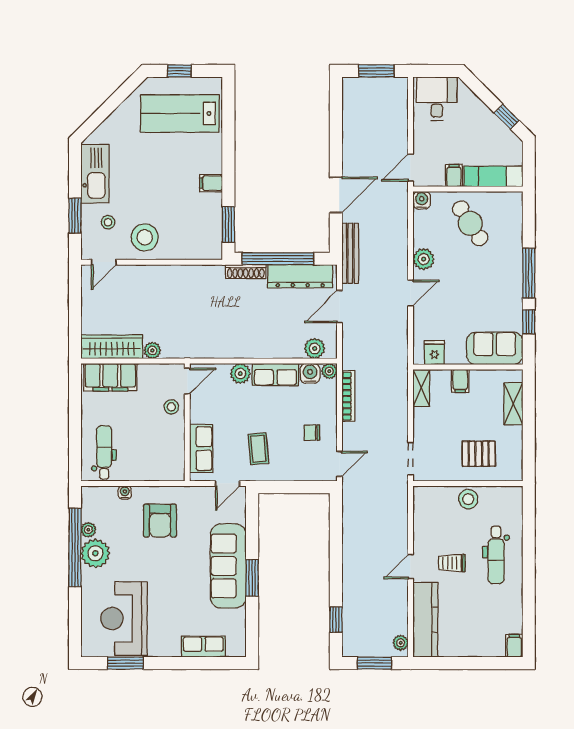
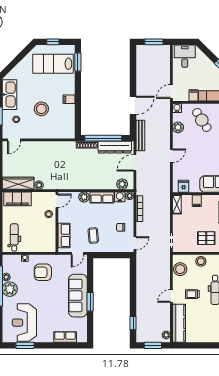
window: (228, 224) -> (78, 62), moved
stool: (145, 237) -> (41, 109), moved
plant: (424, 259) -> (178, 127), moved
stool: (428, 514) -> (180, 269), added
armchair: (160, 521) -> (43, 272), turned 90

